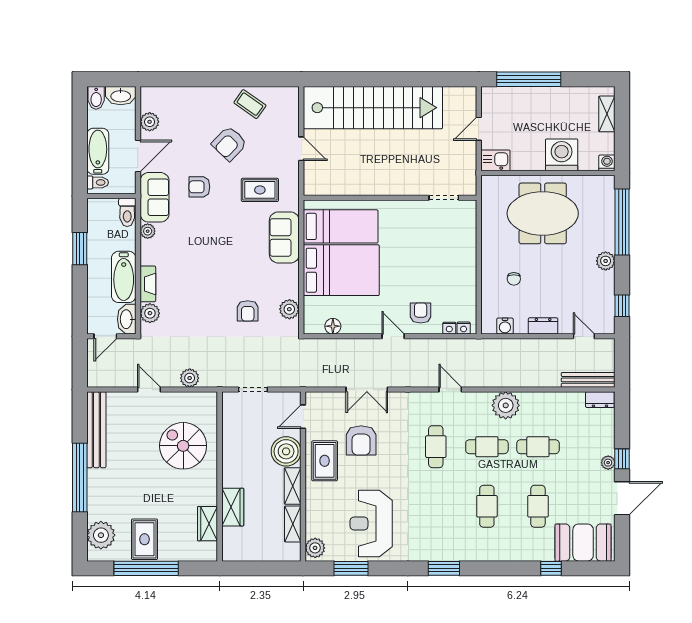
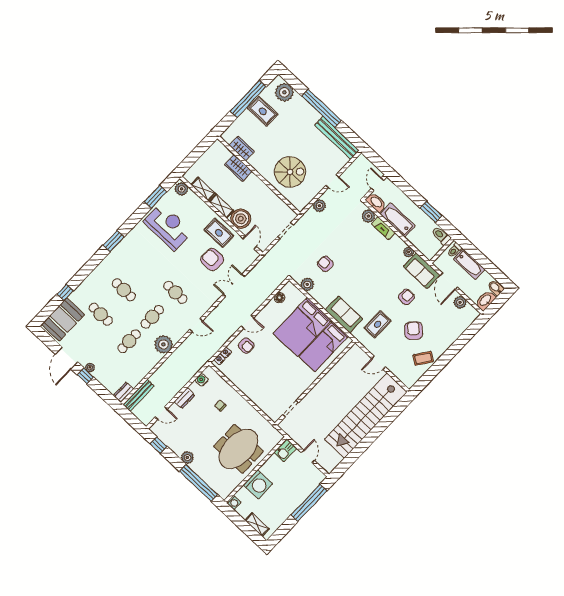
toilet: (127, 212) -> (441, 236), moved

